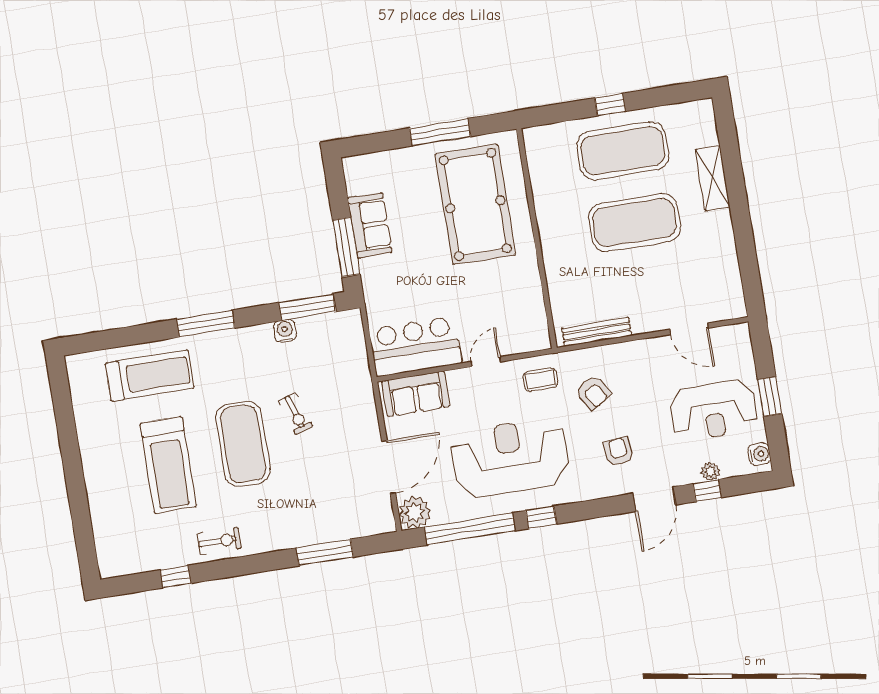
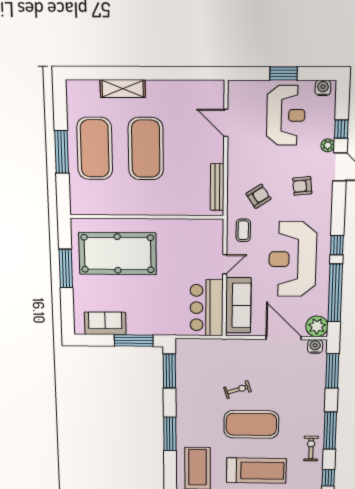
window: (610, 105) -> (62, 152), width x2.17
sofa: (370, 225) -> (105, 323), moved
door: (689, 329) -> (226, 123), swing flipped
water cooler: (285, 331) -> (315, 346), moved, turned 90
door: (486, 362) -> (225, 264), swing flipped
sofa: (416, 394) -> (238, 305), width x1.36
plant: (711, 471) -> (328, 145), moved
window: (325, 552) -> (332, 371), moved
window: (254, 564) -> (330, 431), added

